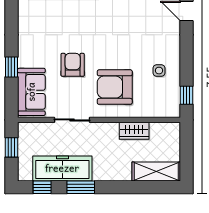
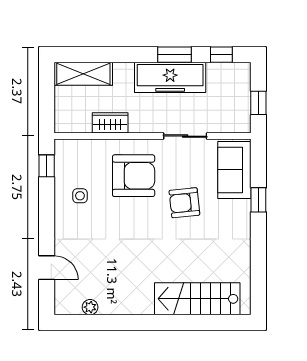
armchair: (73, 65) -> (184, 203), turned 84
freezer: (62, 168) -> (170, 77), moved

